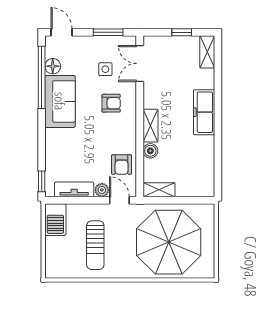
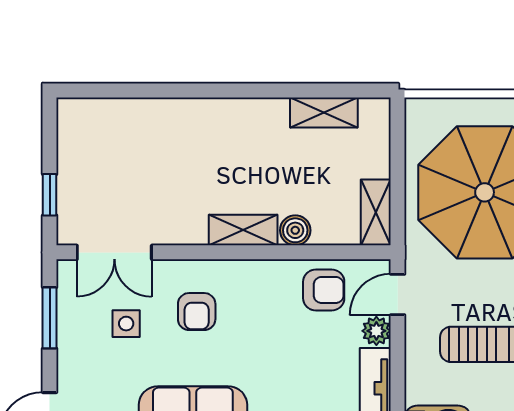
window: (182, 32) -> (50, 195), moved
shelving: (207, 52) -> (324, 112), moved
armchair: (111, 103) -> (197, 312), turned 180
freezer: (204, 112) -> (215, 119), removed

